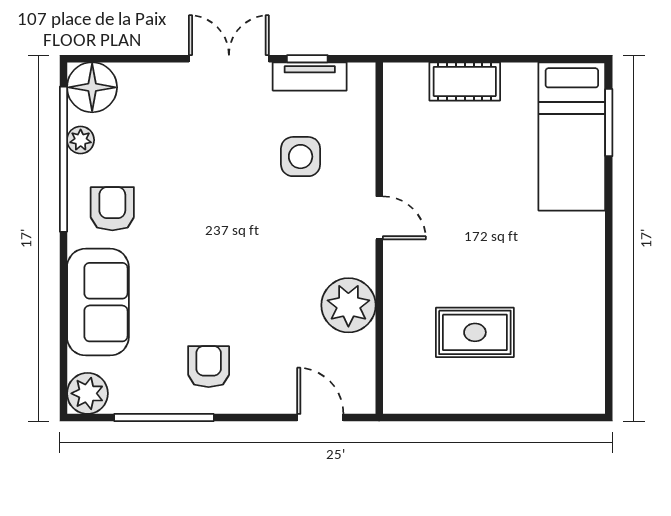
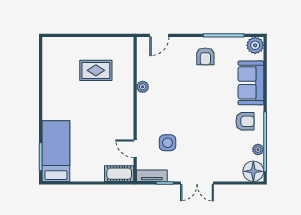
tv unit: (310, 76) -> (152, 176), moved
cot: (465, 81) -> (119, 174), moved
armchair: (112, 209) -> (245, 121), turned -90
door: (379, 218) -> (135, 149), moved
plant: (348, 305) -> (143, 87), width x0.53, depth x0.53
door: (320, 417) -> (159, 35), hinge flipped

